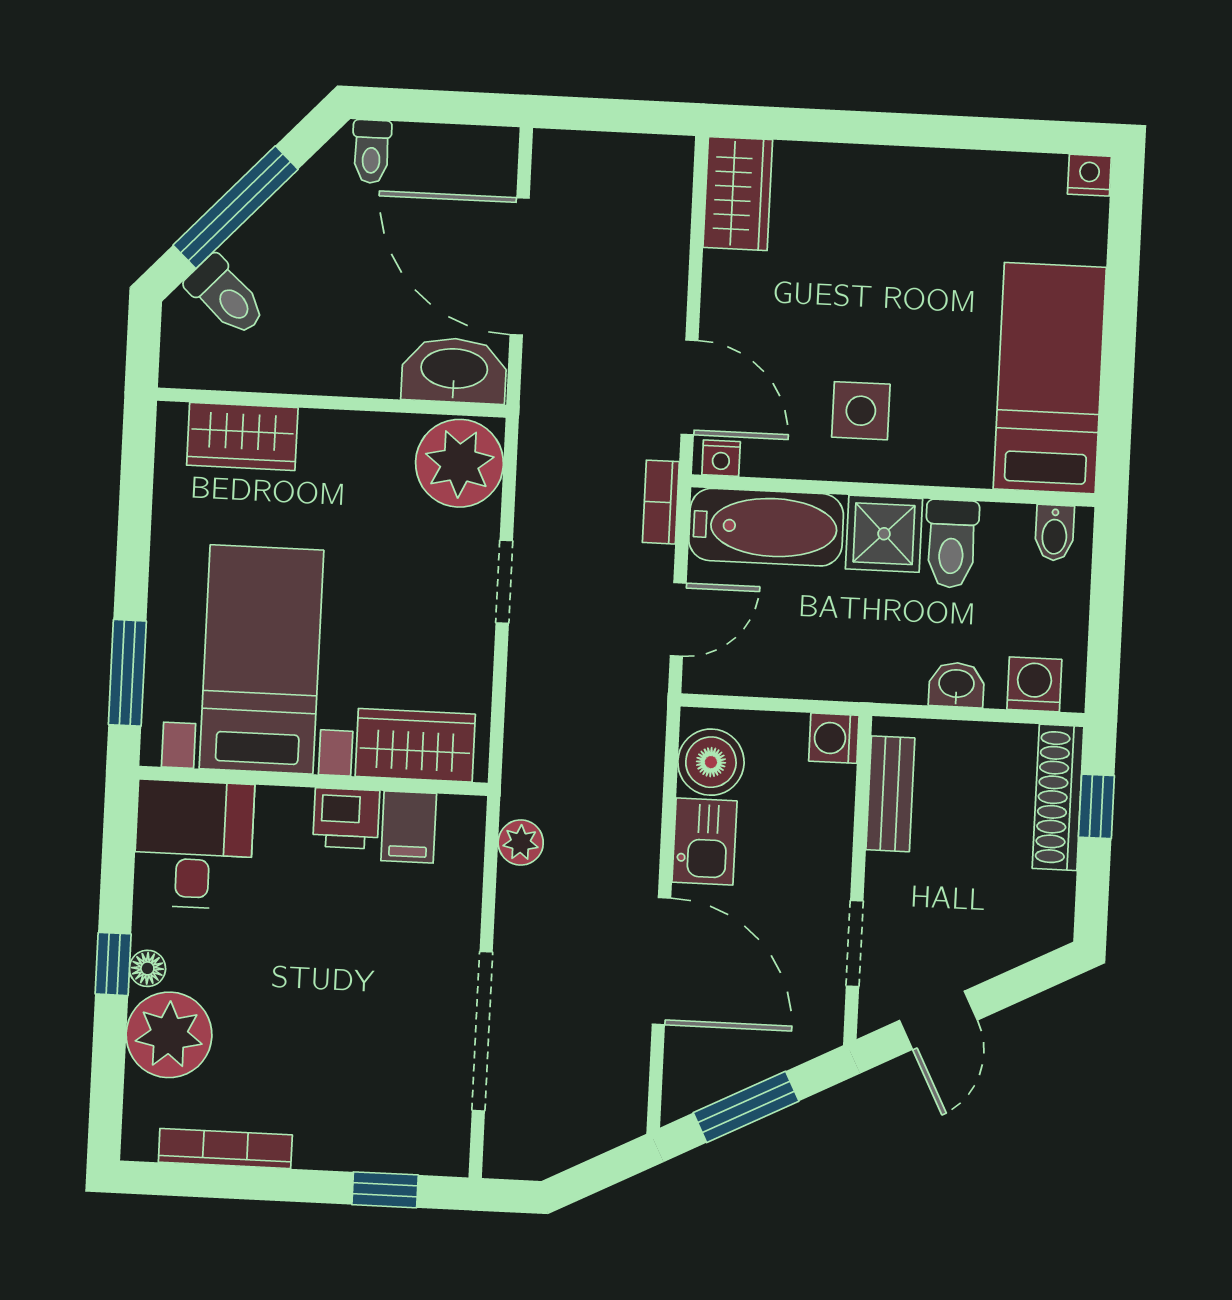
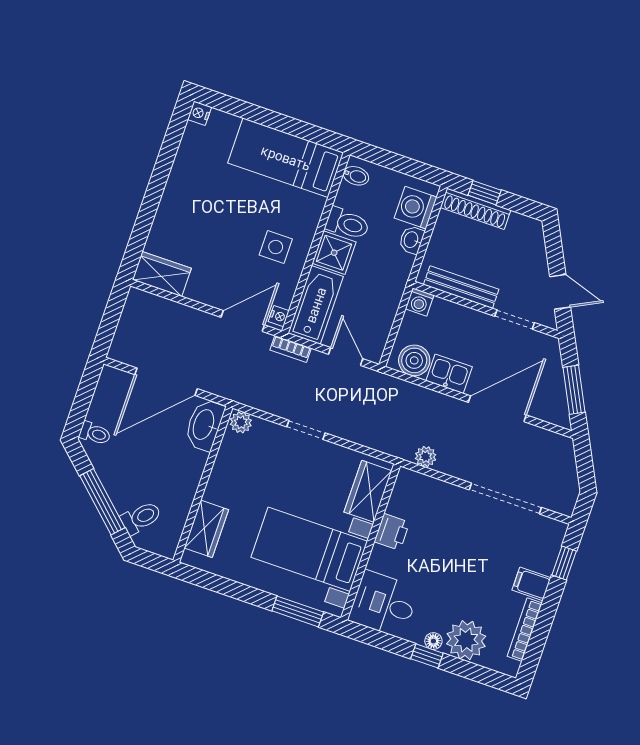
plant: (459, 463) -> (241, 422), width x0.53, depth x0.53
washing machine: (1034, 684) -> (416, 208), width x1.38, depth x1.38
bench: (890, 794) -> (461, 287), width x1.36
filing cabinet: (409, 827) -> (531, 584), moved, turned 180

